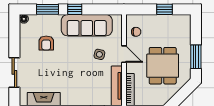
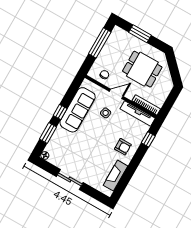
window: (164, 9) -> (100, 43), width x2.17
armchair: (46, 43) -> (123, 147), moved
window: (196, 57) -> (140, 34), moved
sliding door: (14, 72) -> (70, 179), moved

